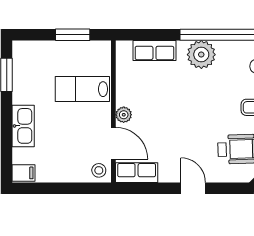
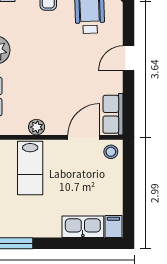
plant: (124, 115) -> (37, 127), moved
kitchen sink: (23, 126) -> (83, 227), moved

